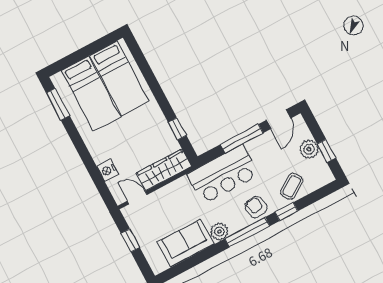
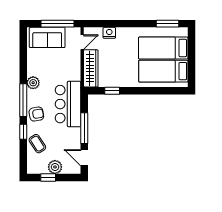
window: (130, 240) -> (57, 24), width x2.17
sofa: (186, 243) -> (47, 37), moved, turned 90

